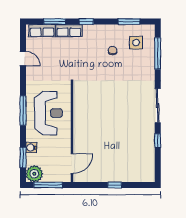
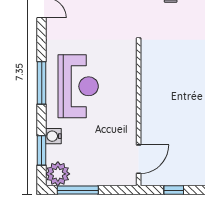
wall: (72, 132) -> (139, 114), moved
door: (72, 164) -> (139, 159), moved

